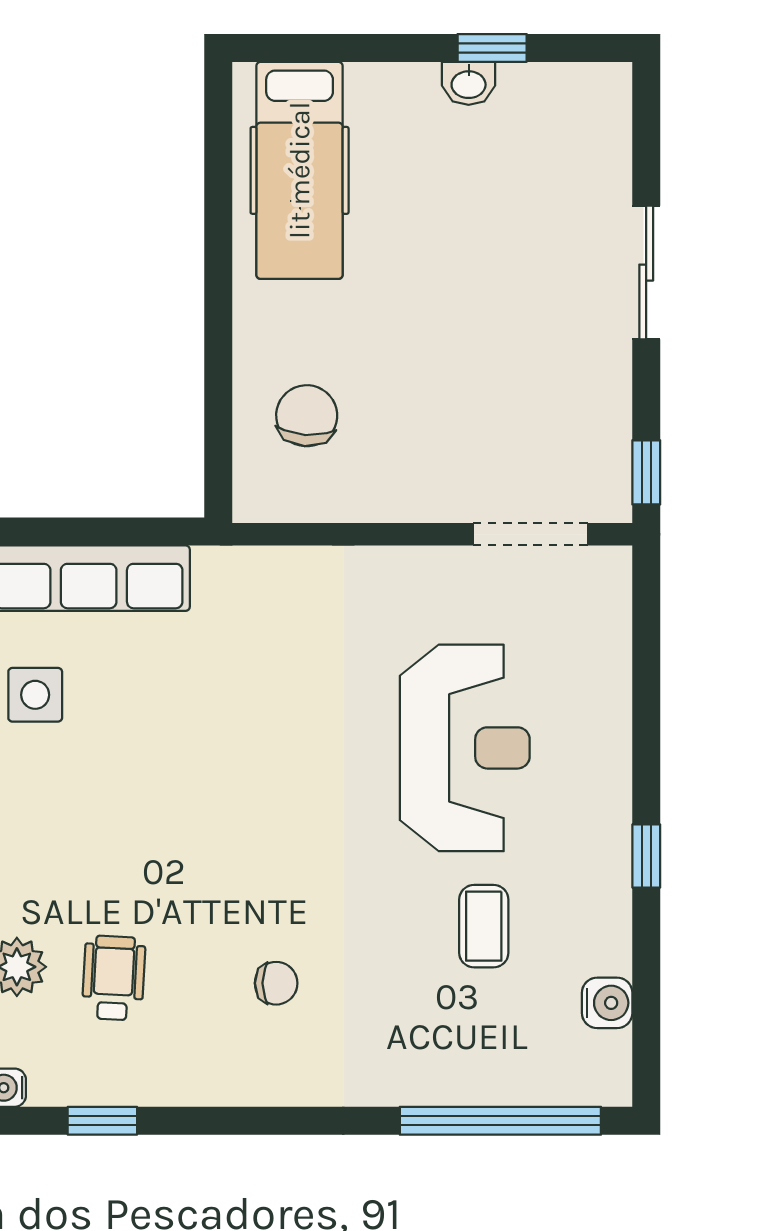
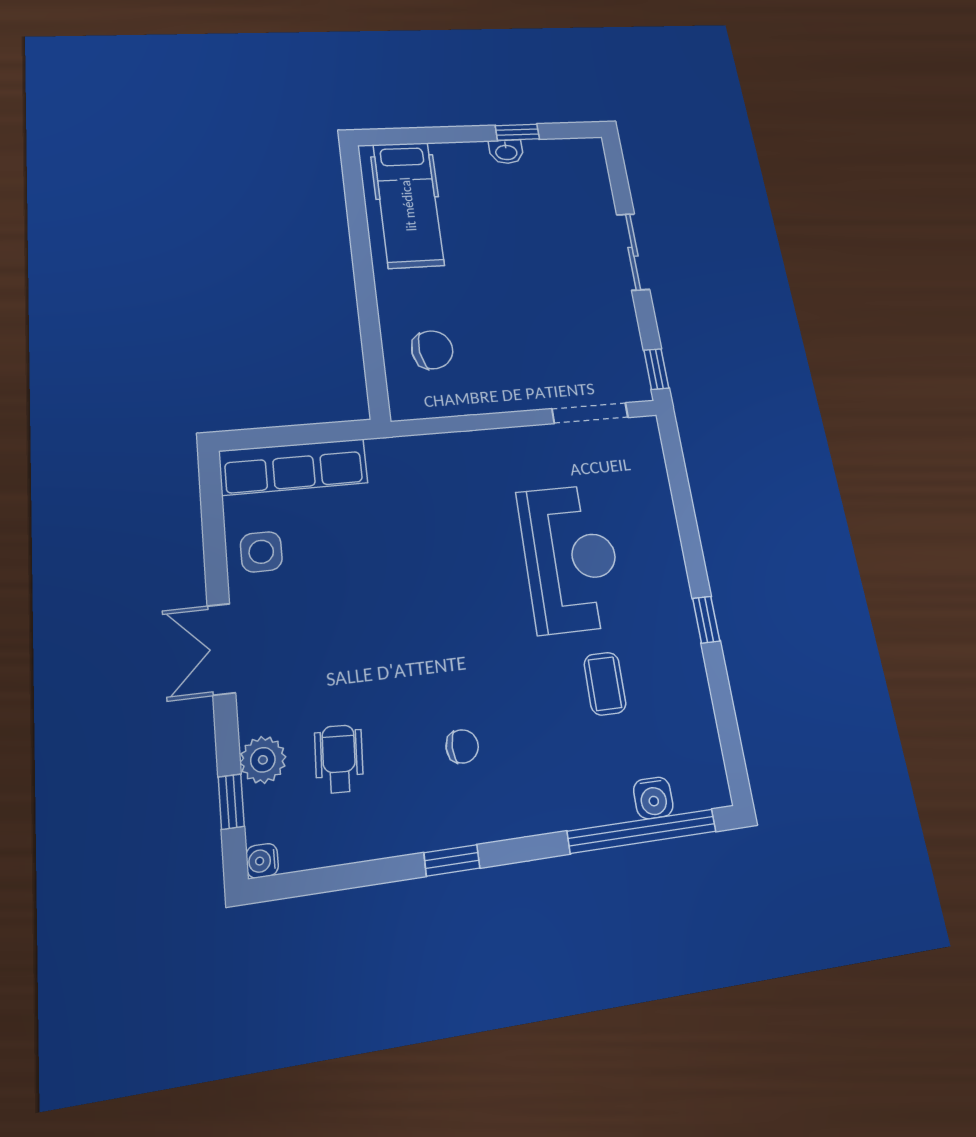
chair: (307, 416) -> (432, 350), turned 79
water cooler: (607, 1003) -> (653, 798), moved, turned 90
window: (102, 1121) -> (452, 860), moved

